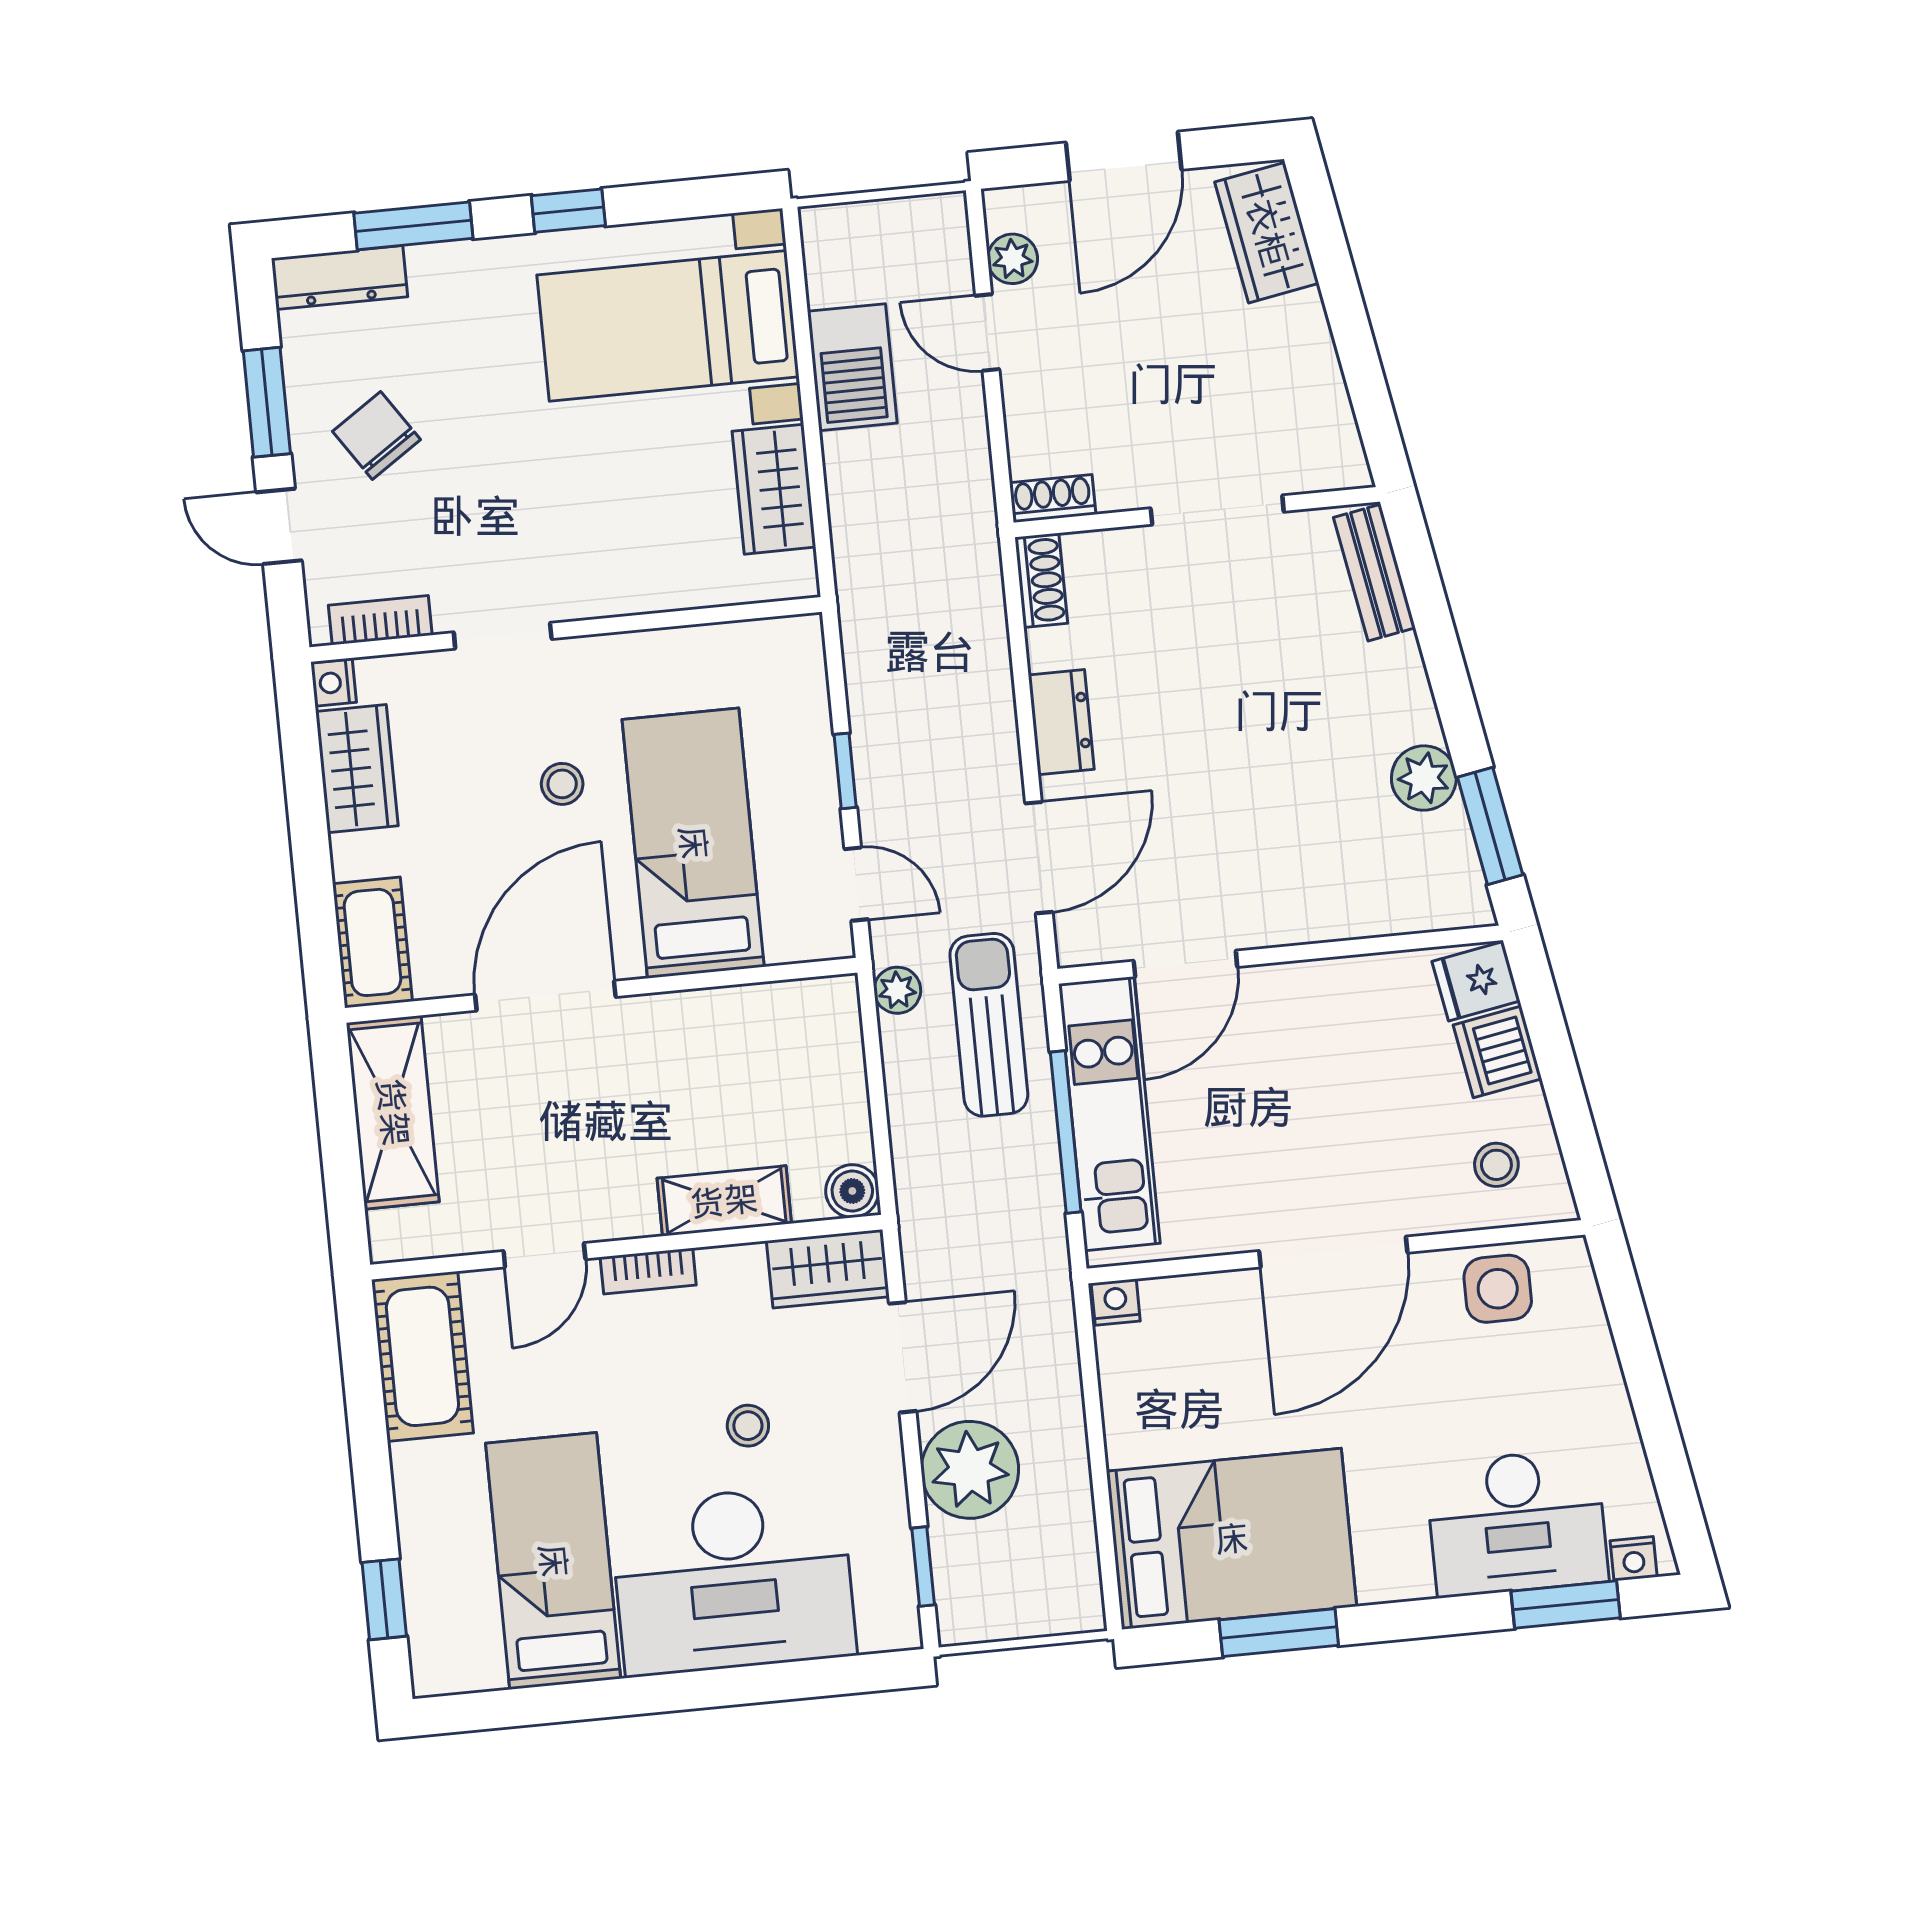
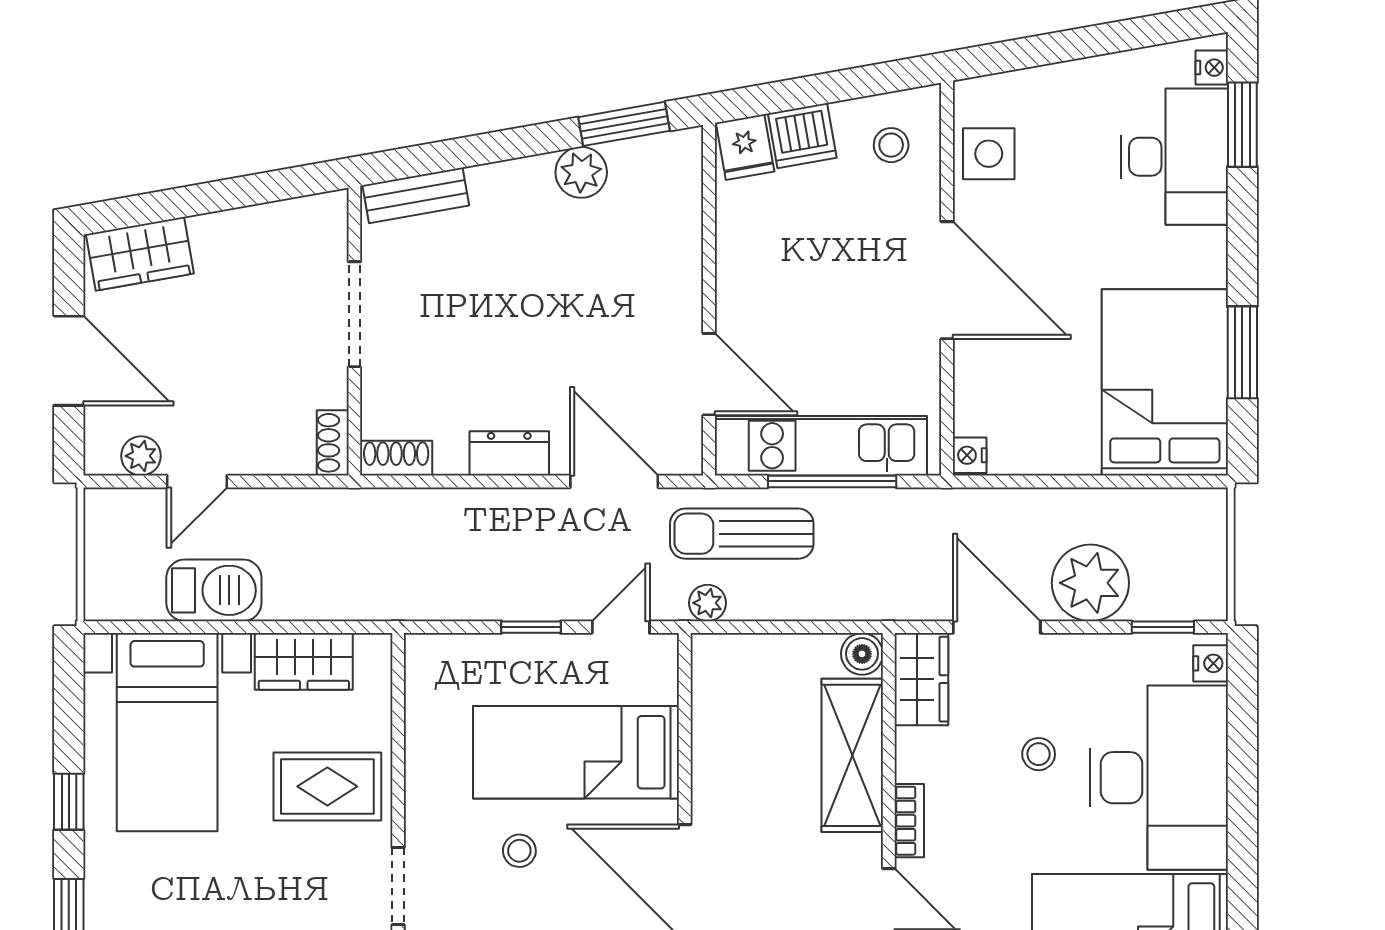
rug: (619, 534) -> (327, 786), added
shelving: (724, 1201) -> (852, 755), width x1.50, depth x1.33
nightstand: (883, 1631) -> (1211, 663), added

